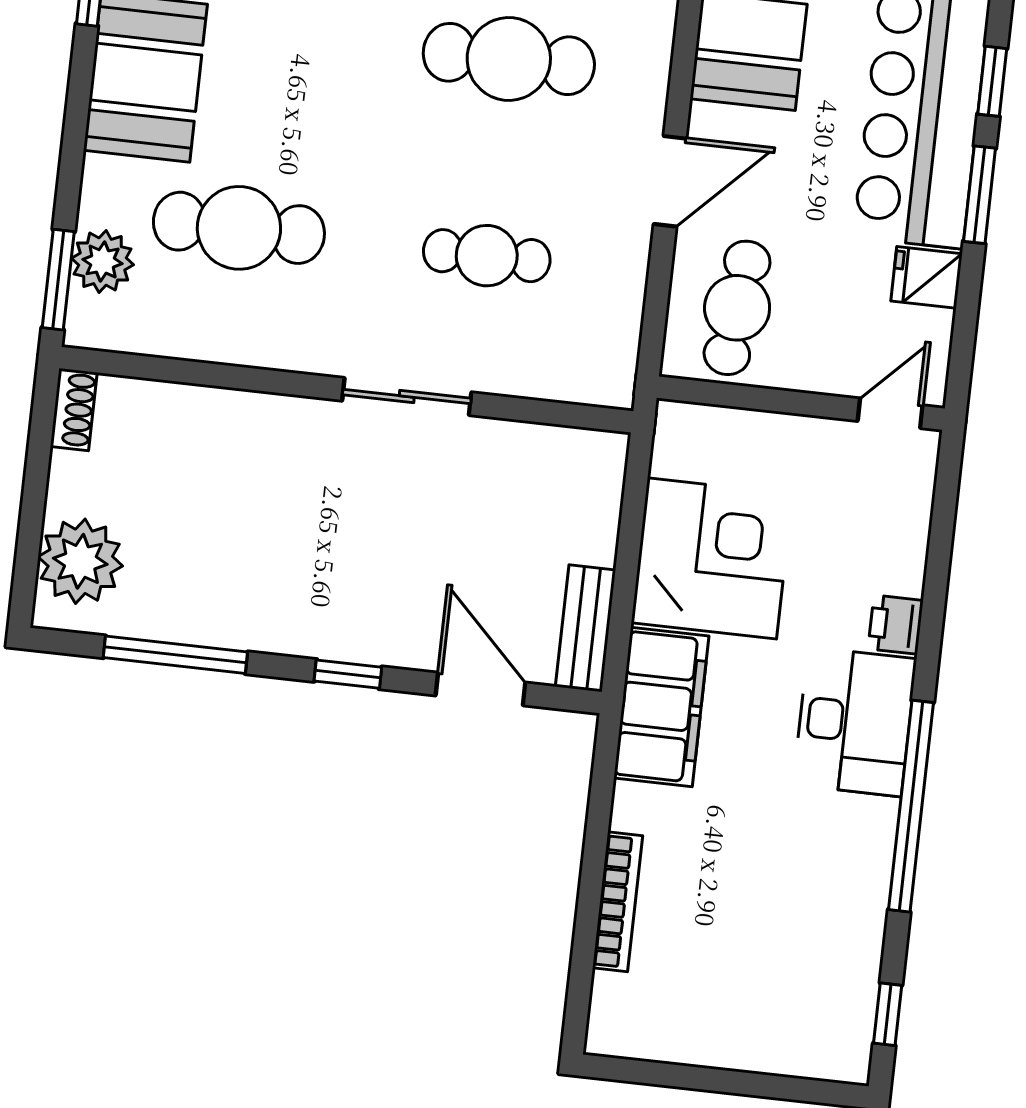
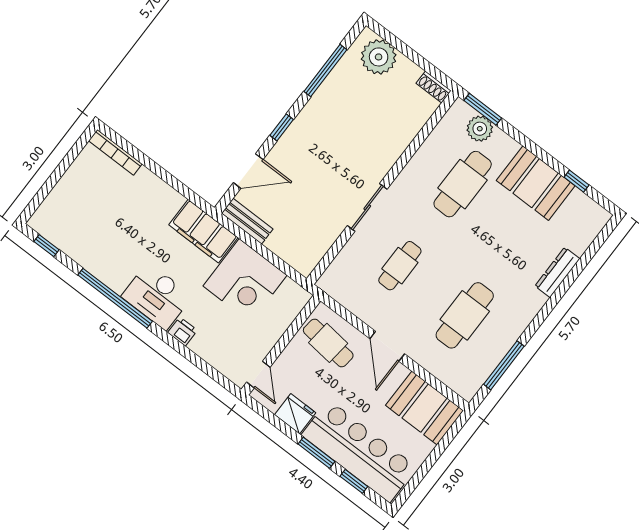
fridge: (927, 277) -> (295, 414), width x1.38
bookcase: (618, 902) -> (115, 152), moved

